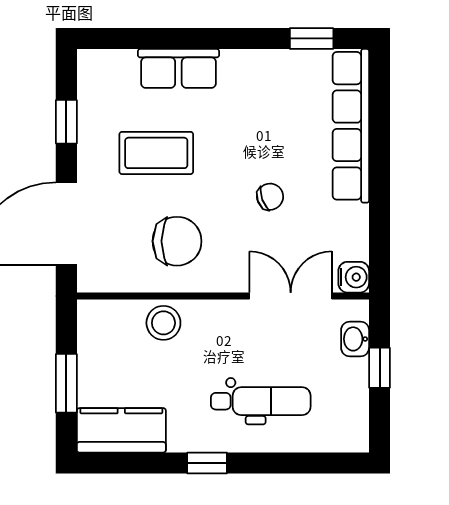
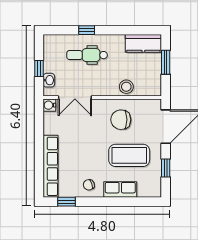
coffee table: (156, 153) -> (129, 155), width x1.36, depth x1.32
chair: (270, 197) -> (89, 185), moved
window: (207, 463) -> (87, 30), moved

